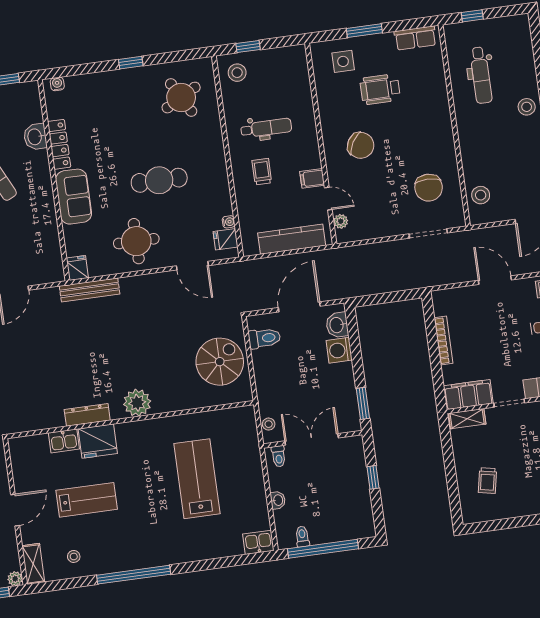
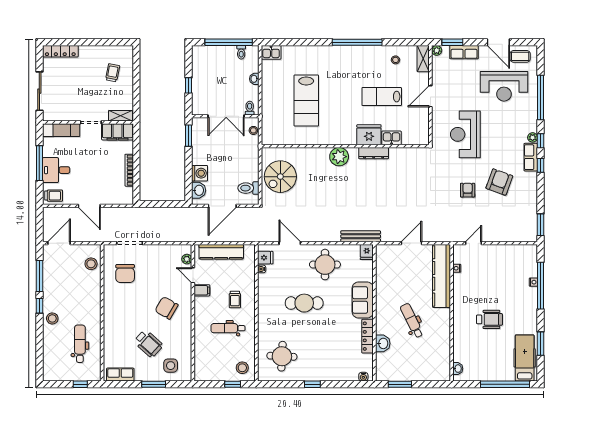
wheelchair: (380, 89) -> (148, 344), turned 42
round table: (181, 98) -> (282, 356), turned 32
chair: (429, 188) -> (125, 274), turned 180

